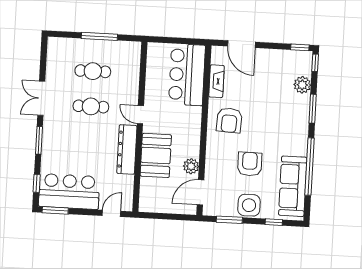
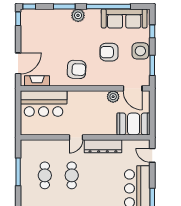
fireplace: (216, 81) -> (37, 81), moved
plant: (302, 85) -> (78, 15), moved
booth: (156, 155) -> (134, 124), moved

